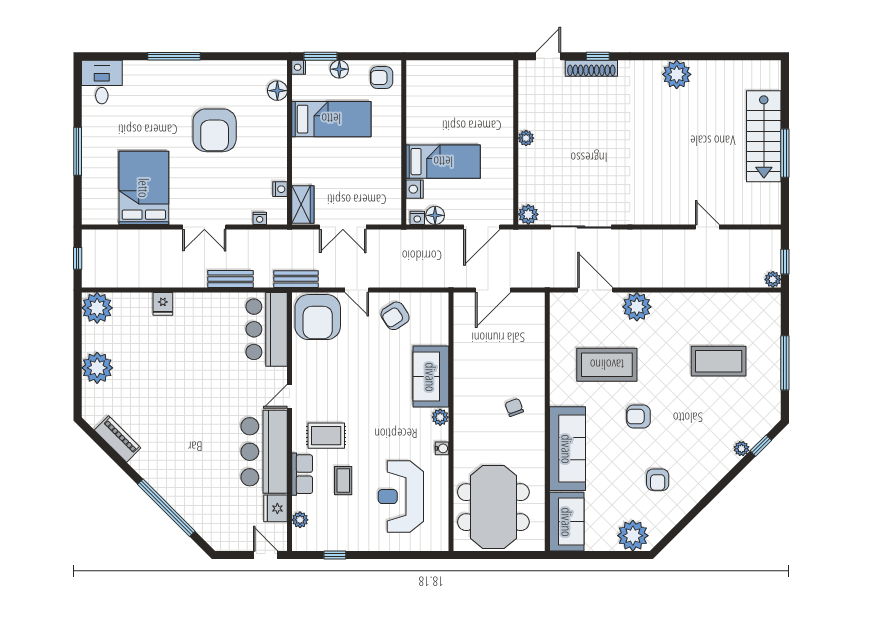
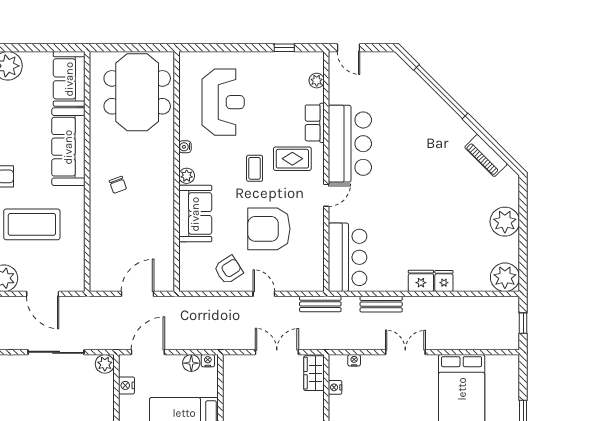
nightstand: (415, 189) -> (127, 385), moved, turned 180
armchair: (318, 317) -> (269, 229), moved, turned -90
coffee table: (343, 481) -> (255, 168), moved
fridge: (276, 508) -> (421, 281), moved, turned -90

